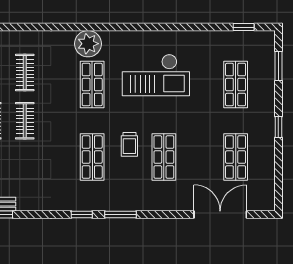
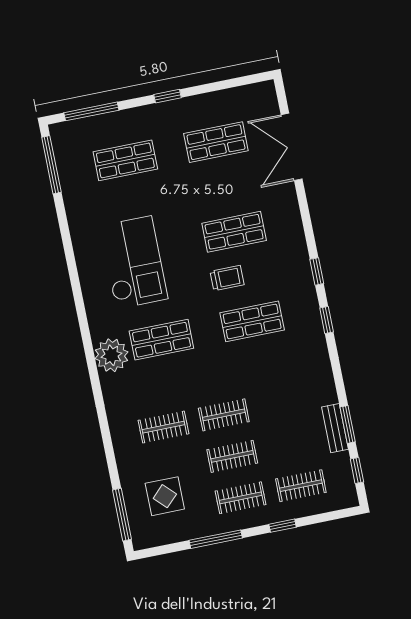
window: (244, 27) -> (51, 165), width x2.17
window: (278, 66) -> (91, 111), width x1.44
window: (121, 214) -> (317, 271), width x0.67

